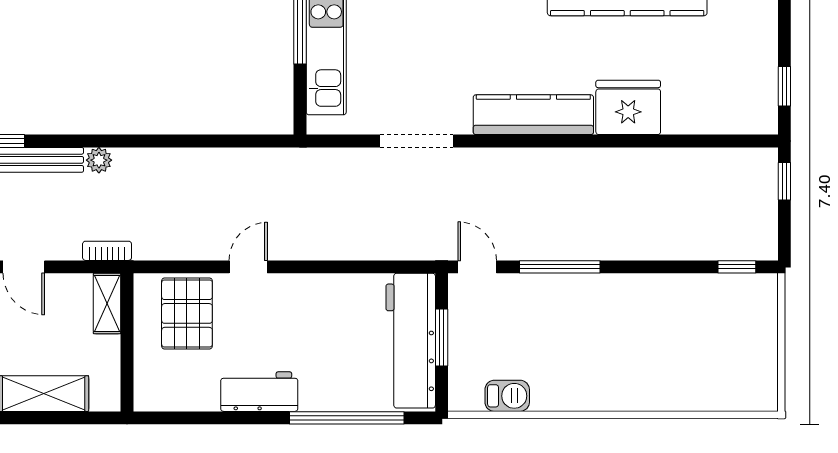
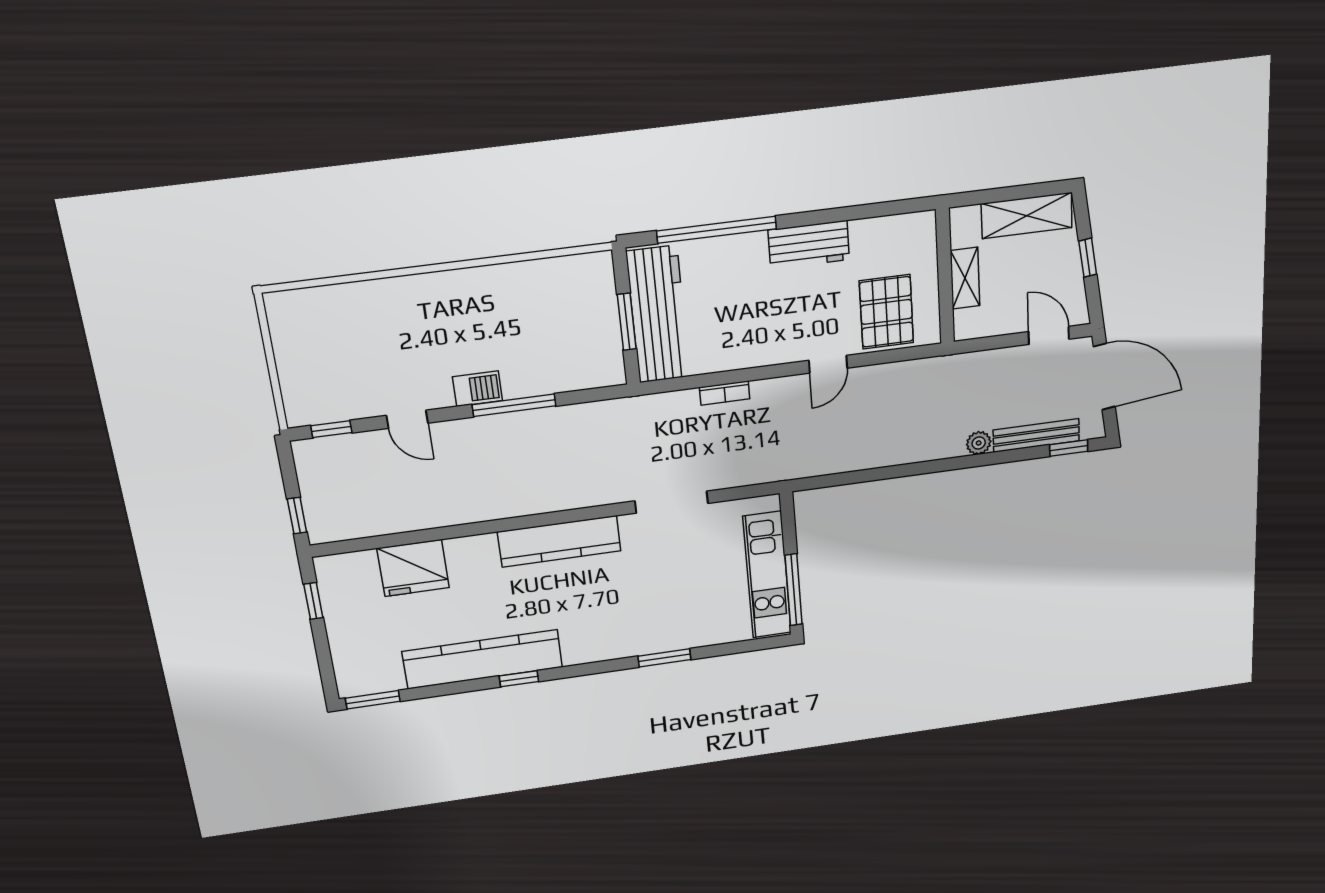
fridge: (628, 107) -> (413, 568), moved
bookcase: (107, 251) -> (725, 393), moved
door: (477, 267) -> (407, 419), moved
shelving: (107, 303) -> (965, 278), moved
barbecue: (507, 396) -> (477, 389), moved, turned 180

